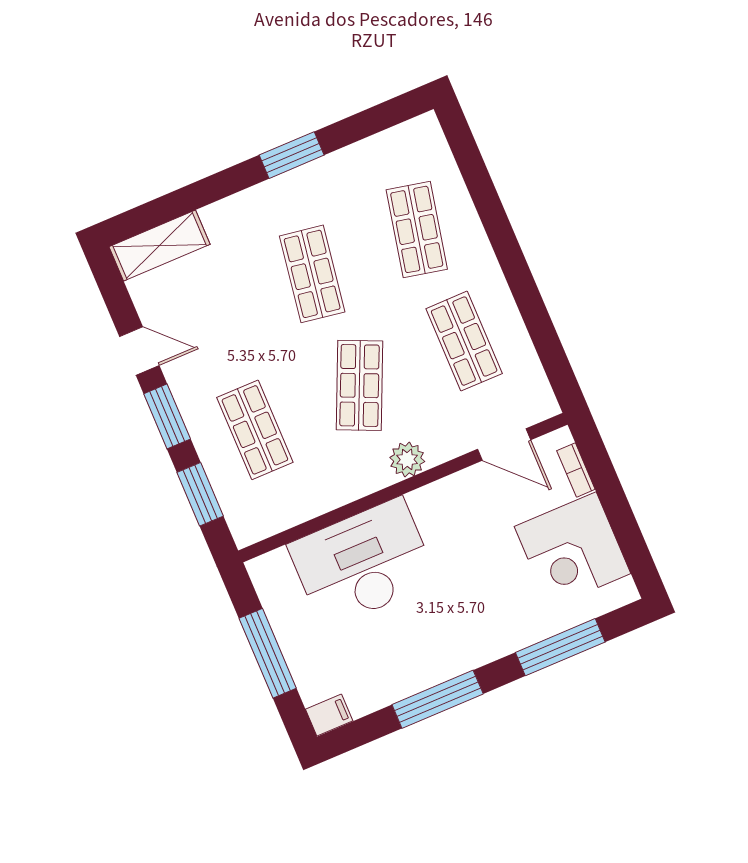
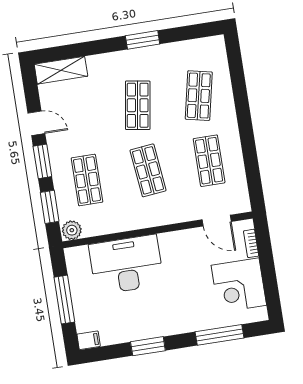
shop shelf: (359, 385) -> (148, 170), turned -30
plant: (407, 459) -> (72, 230), moved
window: (438, 699) -> (148, 346), width x0.69

